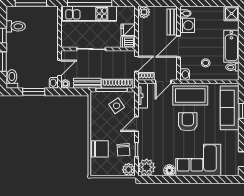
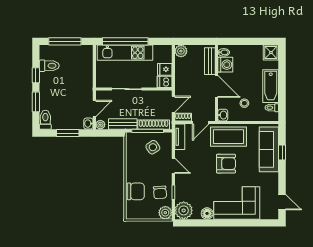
door: (179, 46) -> (216, 86), swing flipped
armchair: (188, 122) -> (226, 164), turned 90
door: (137, 124) -> (173, 166), swing flipped

